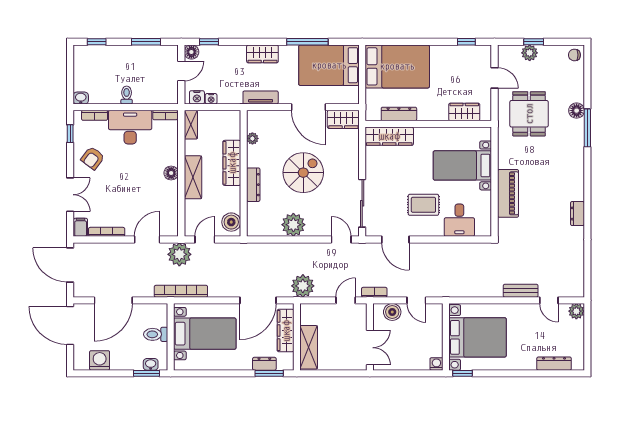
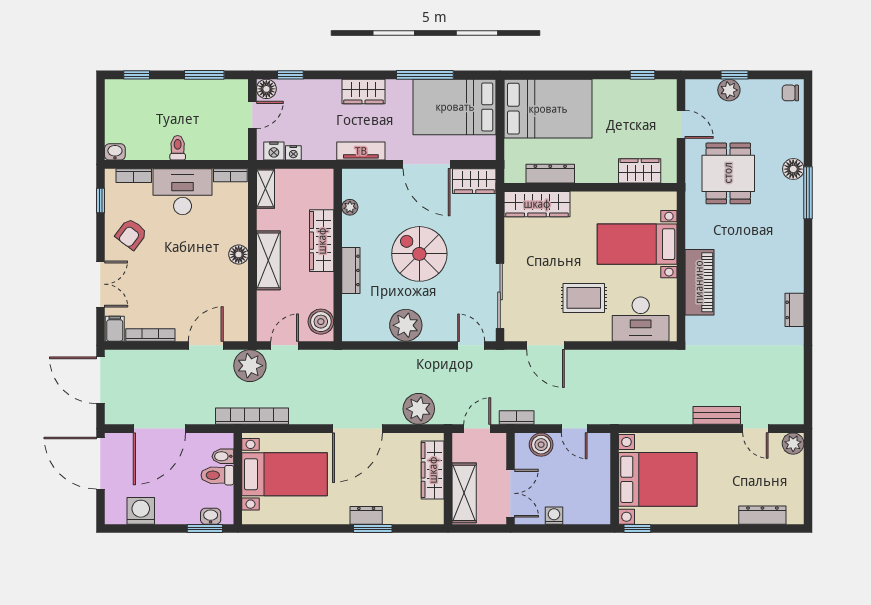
spiral stairs: (303, 173) -> (419, 254), turned -90
desk: (459, 220) -> (641, 319), width x1.37
bidet: (160, 321) -> (223, 456), added
wardrobe: (286, 331) -> (433, 470), moved
wall: (297, 337) -> (448, 479), moved
shelving: (309, 347) -> (464, 493), moved
washing machine: (436, 364) -> (554, 516), moved

